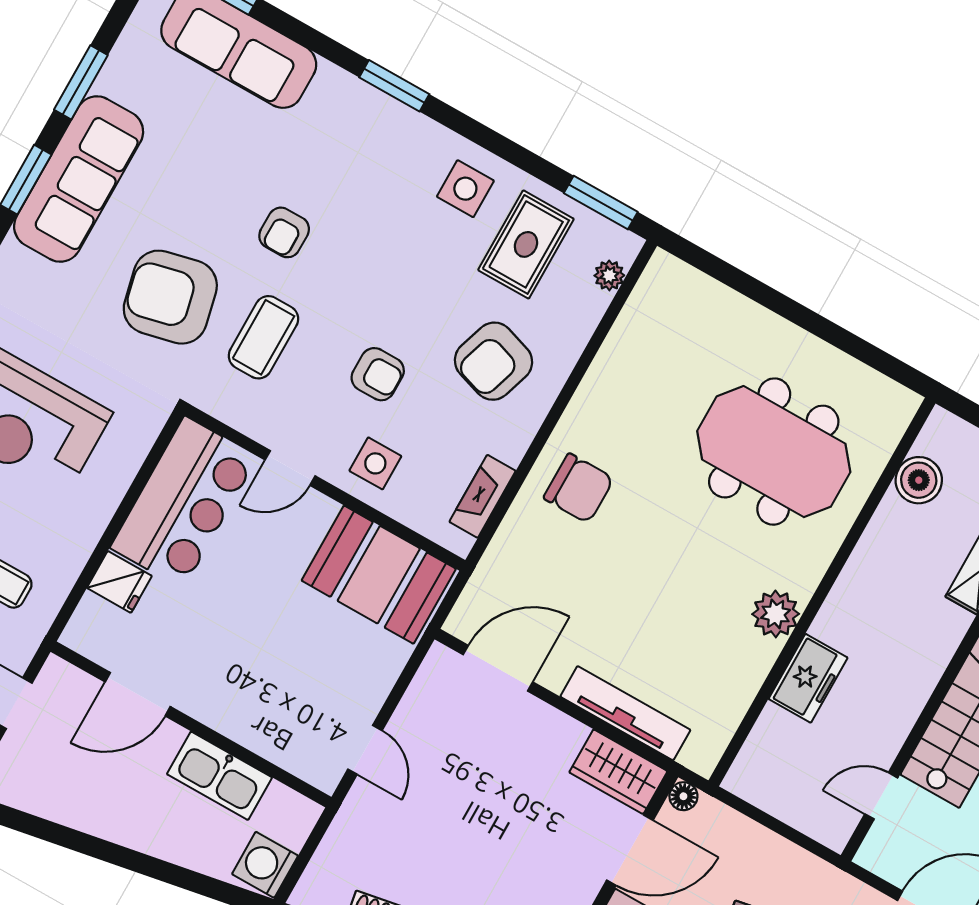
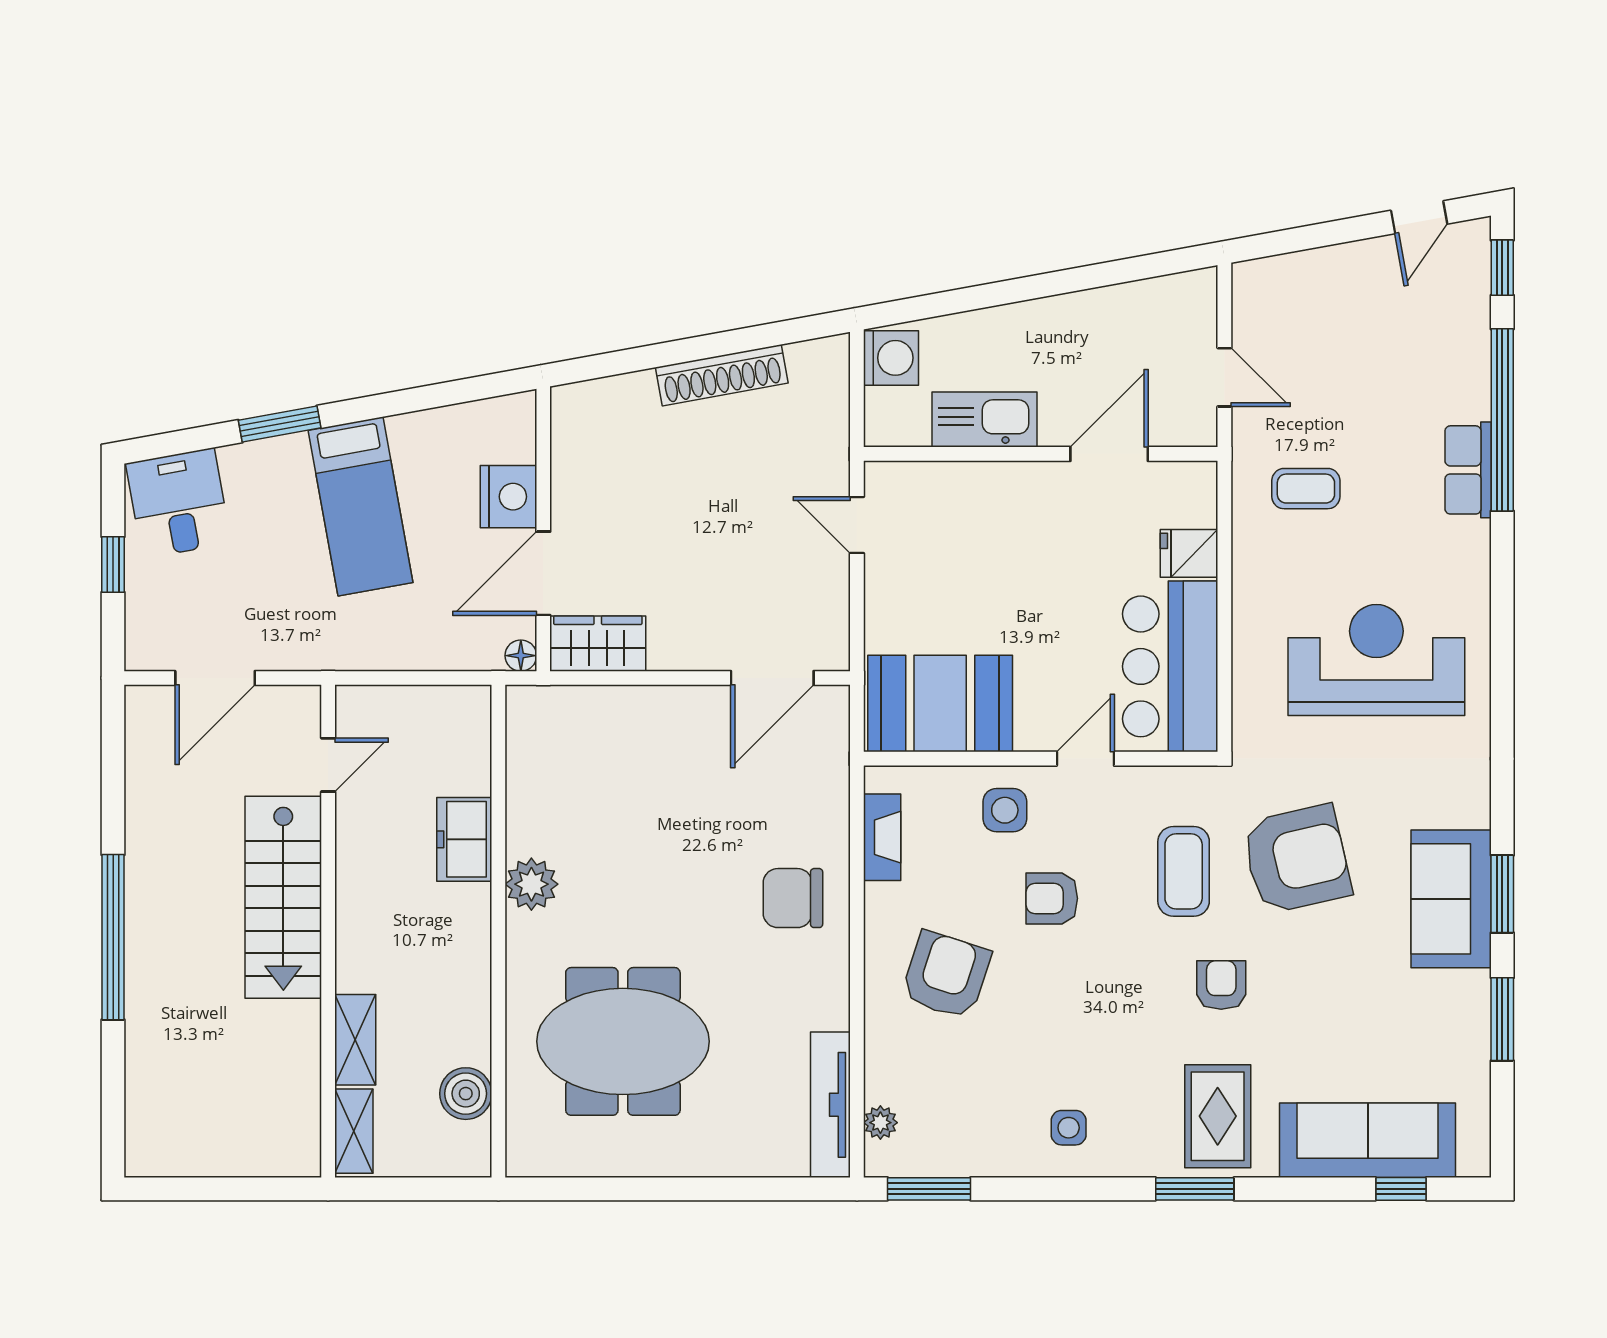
sofa: (79, 179) -> (1451, 899), width x0.73
side table: (465, 189) -> (1069, 1128), width x0.73, depth x0.73
rug: (526, 244) -> (1218, 1116), moved
tv unit: (625, 713) -> (830, 1105), moved, turned 90

